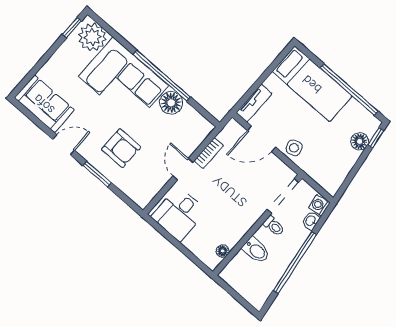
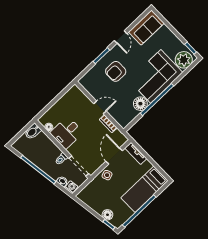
desk: (179, 214) -> (67, 133), moved, turned -90
bidet: (256, 250) -> (33, 132), moved

